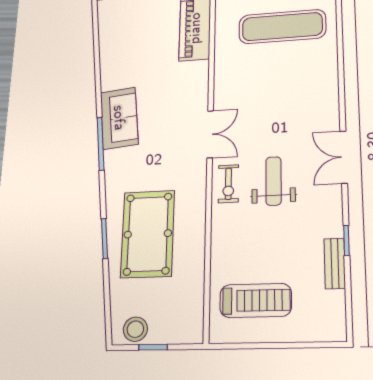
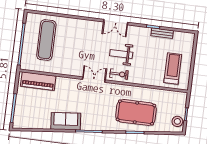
sofa: (119, 118) -> (66, 121), moved

